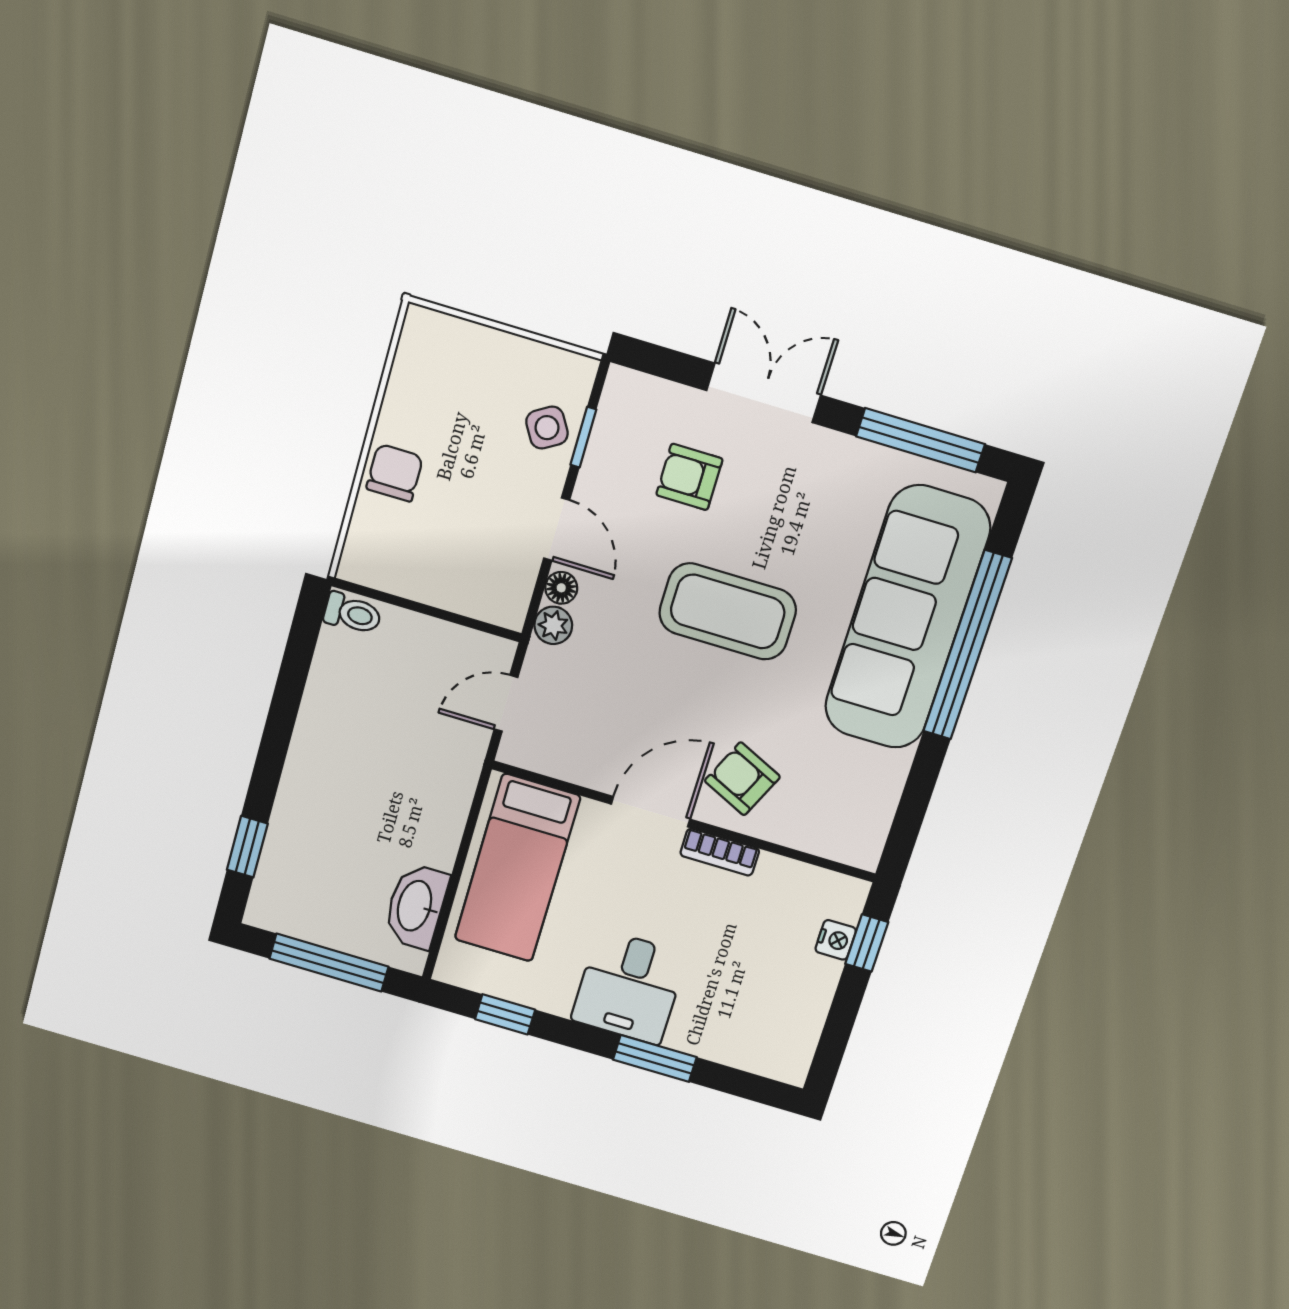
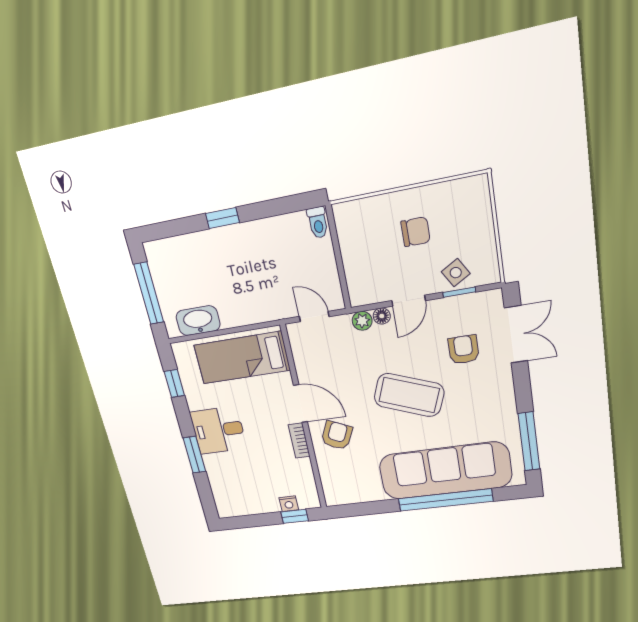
double door: (764, 393) -> (516, 334), moved
chair: (395, 473) -> (415, 232), moved
coffee table: (728, 611) -> (409, 395), turned -69
window: (247, 847) -> (222, 218), moved

